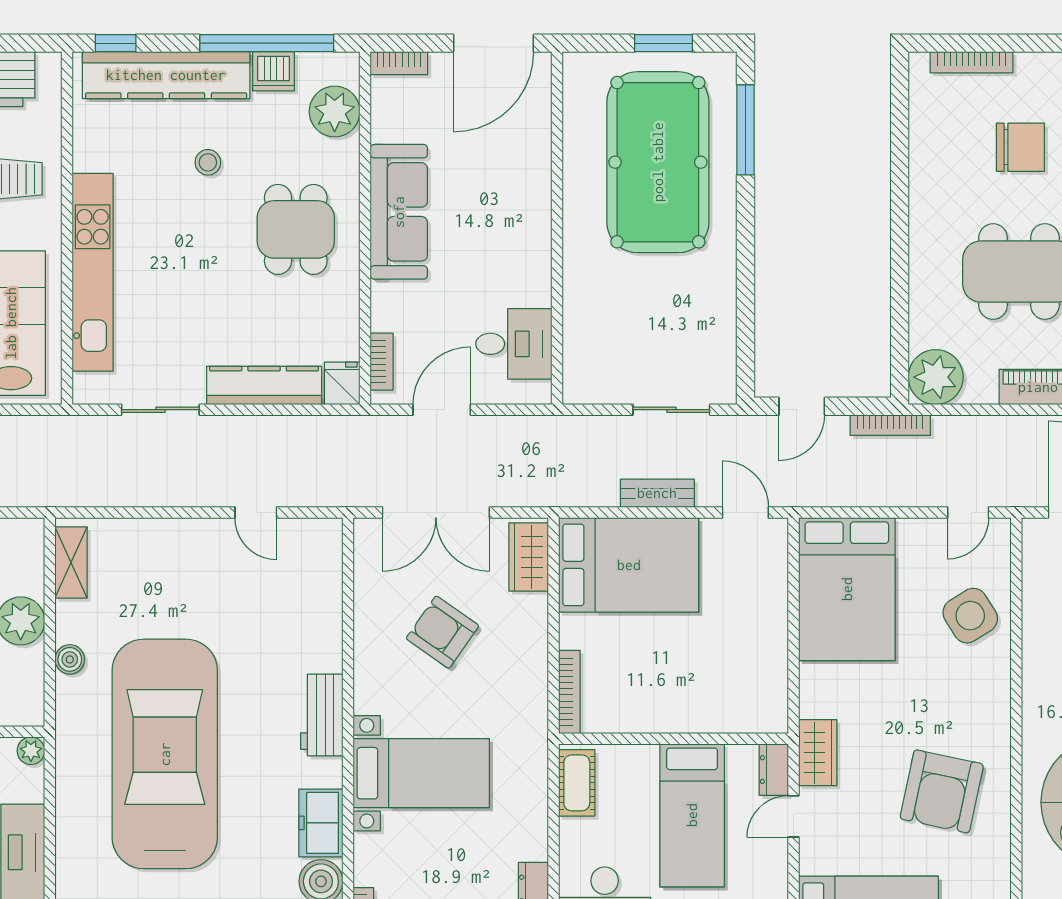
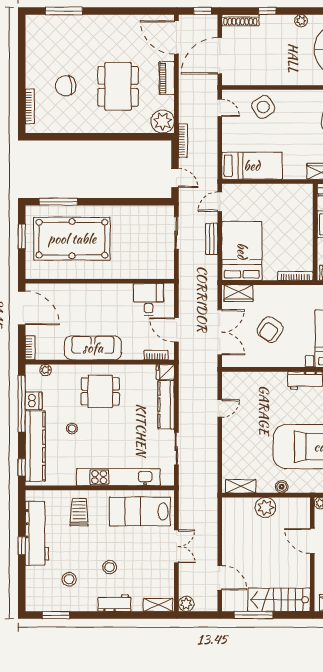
plant: (335, 112) -> (46, 370), width x0.53, depth x0.53
chair: (1020, 147) -> (66, 86), turned -97
bed: (847, 589) -> (252, 166), width x0.67

